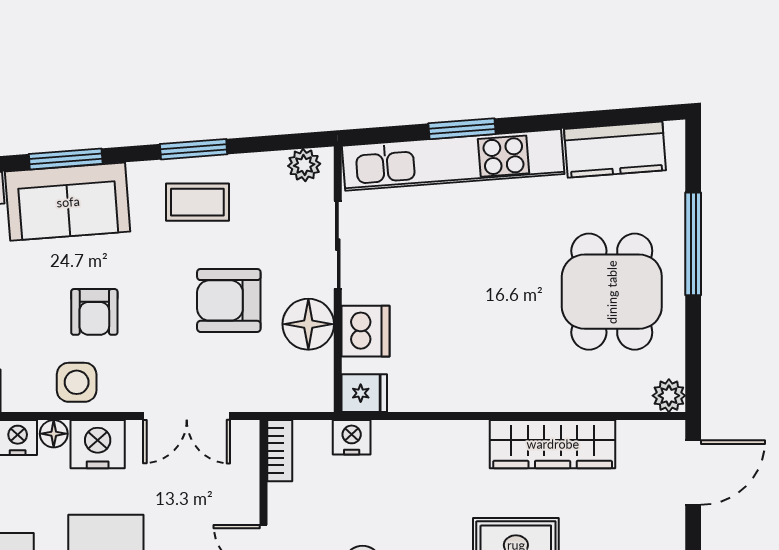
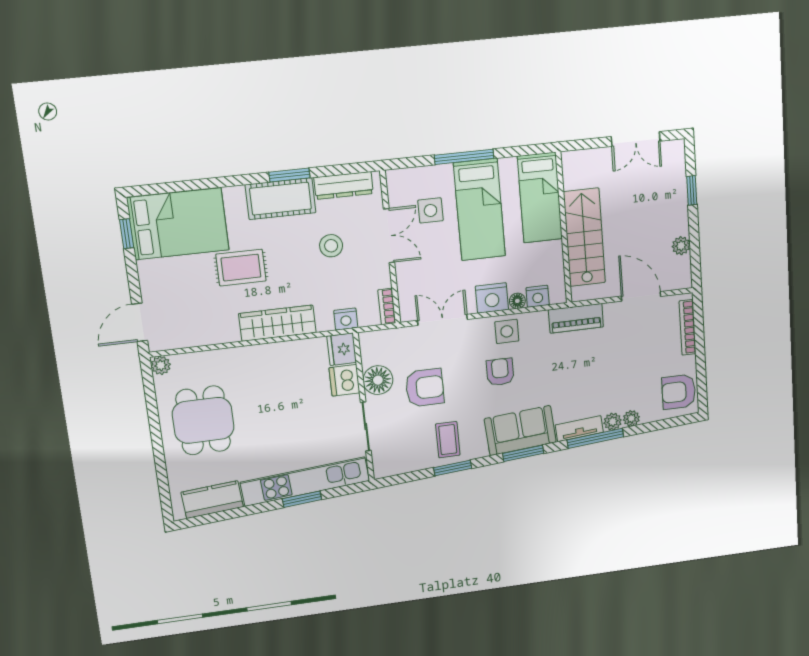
plant: (304, 165) -> (390, 468), removed
coffee table: (197, 202) -> (448, 440), turned 90
window: (693, 244) -> (159, 453), removed
fridge: (364, 393) -> (342, 349), width x1.38
wardrobe: (553, 444) -> (277, 323), moved

